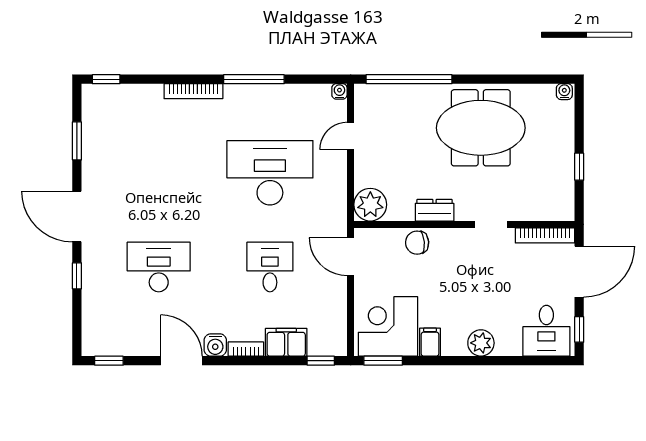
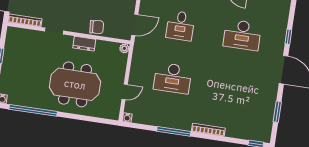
window: (409, 79) -> (33, 110), moved
meeting table: (481, 128) -> (75, 84), moved
desk: (270, 173) -> (173, 78), width x0.73, depth x0.77
plant: (370, 205) -> (124, 48), width x0.53, depth x0.53
door: (351, 257) -> (135, 25), hinge flipped

